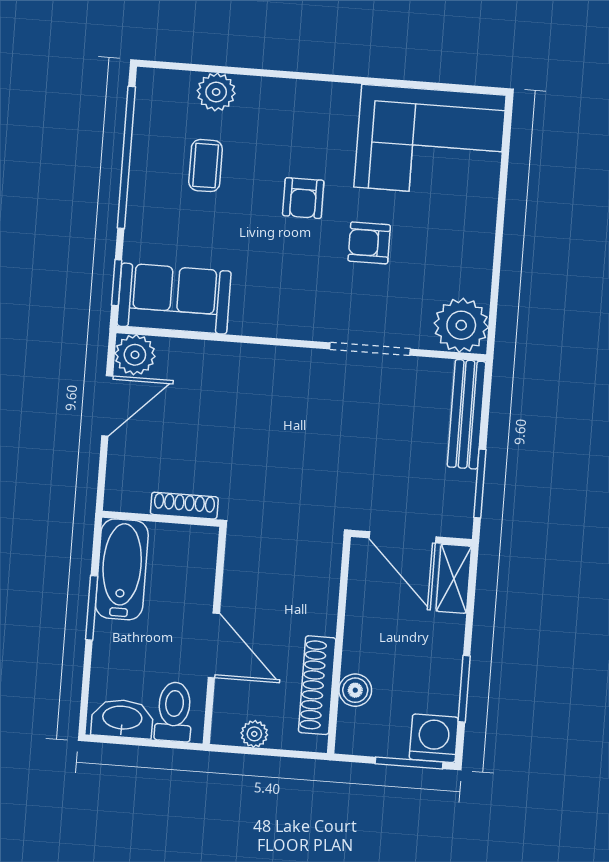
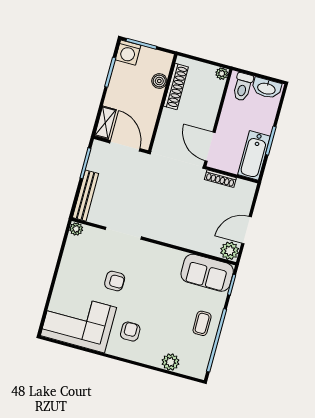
coffee table: (206, 166) -> (202, 323), moved
armchair: (303, 198) -> (130, 332), moved
plant: (461, 325) -> (76, 229), width x0.53, depth x0.53
door: (214, 645) -> (210, 147), moved
plant: (254, 734) -> (222, 74), moved

